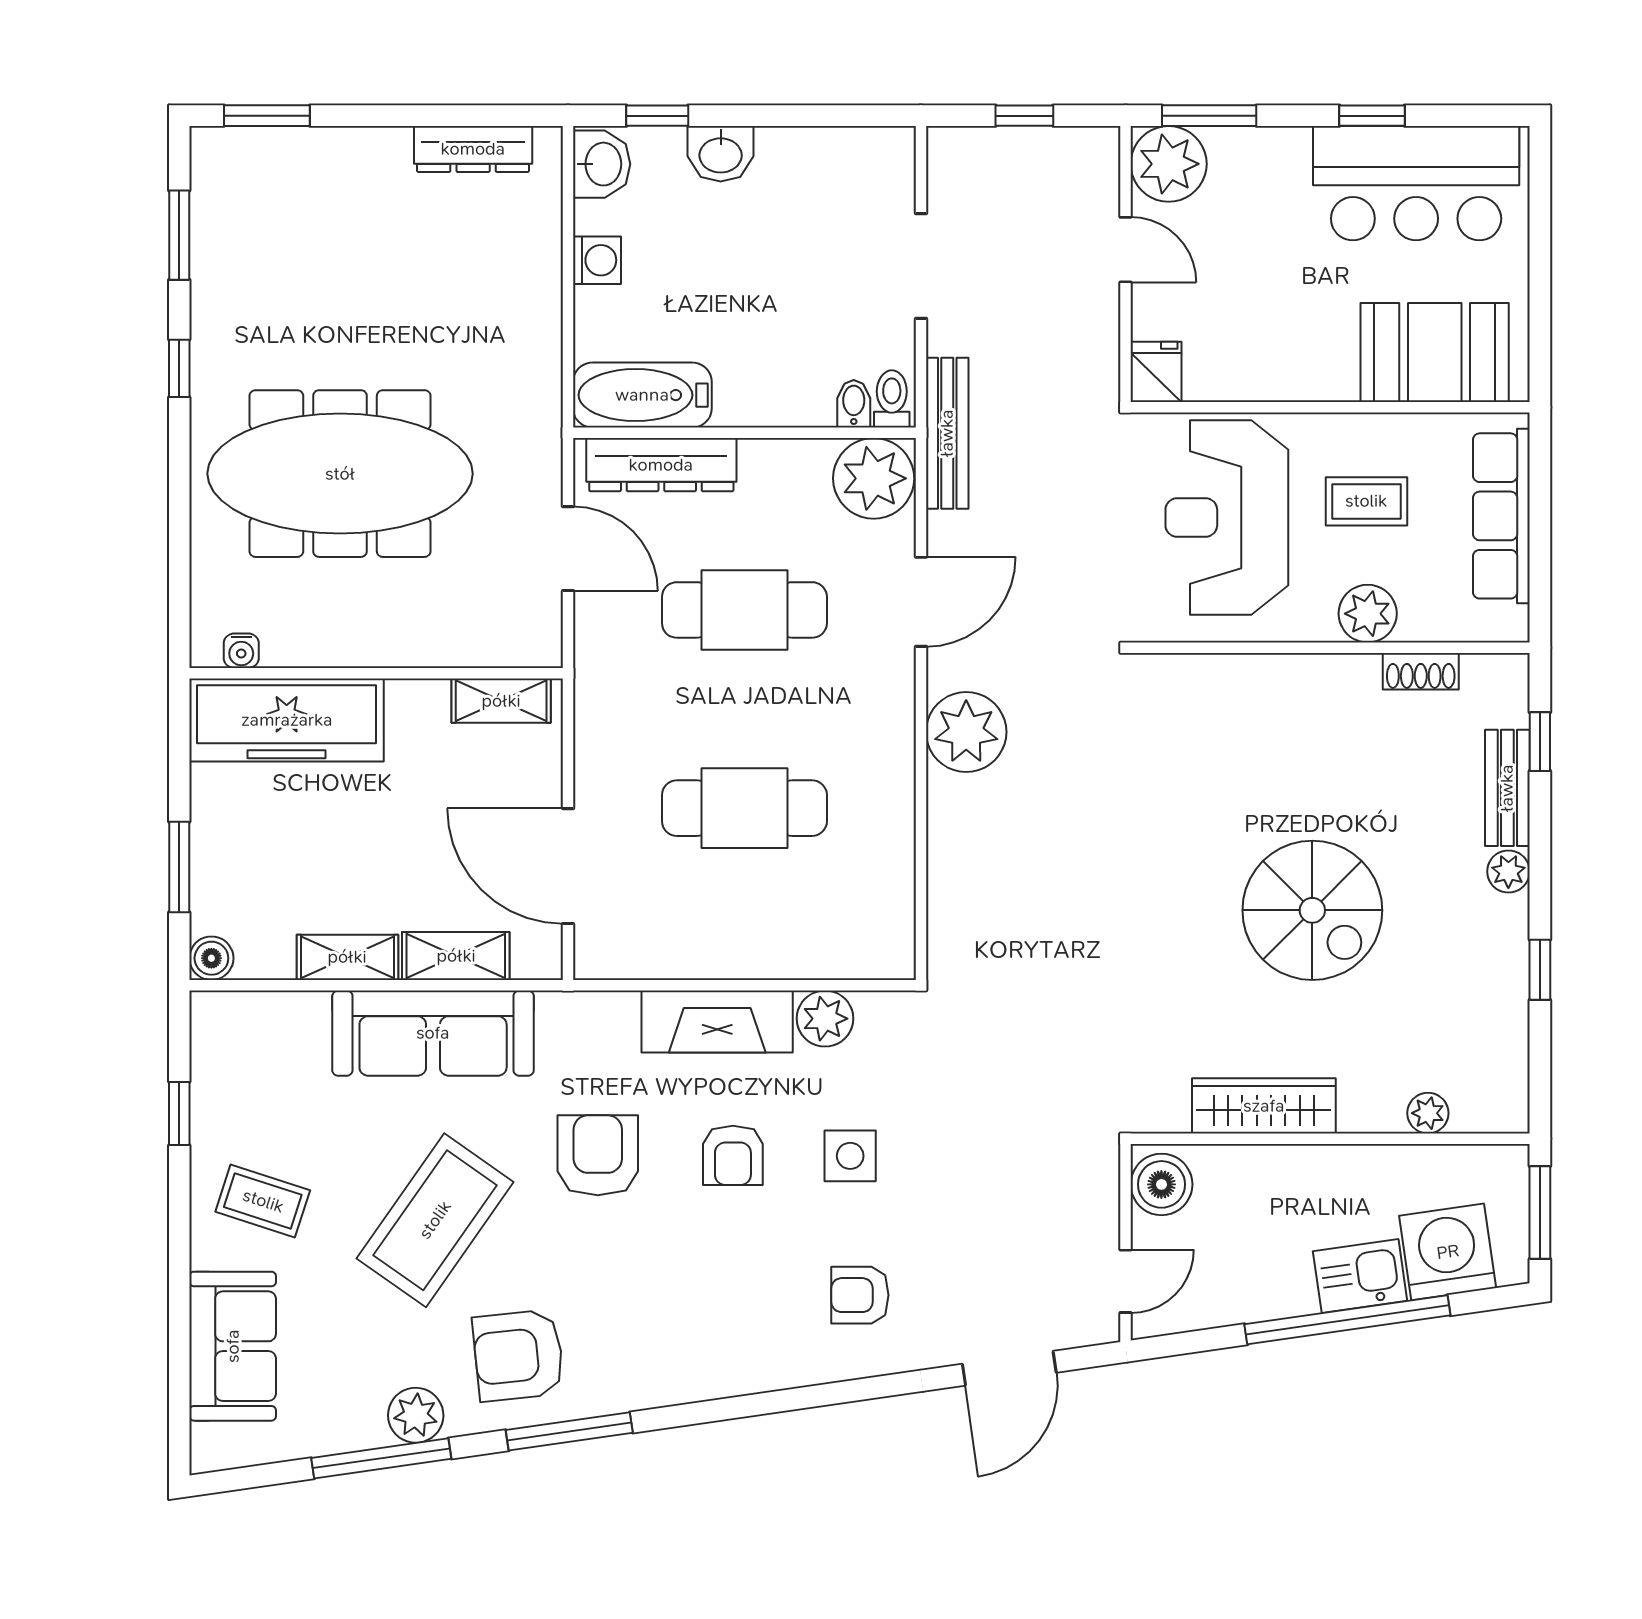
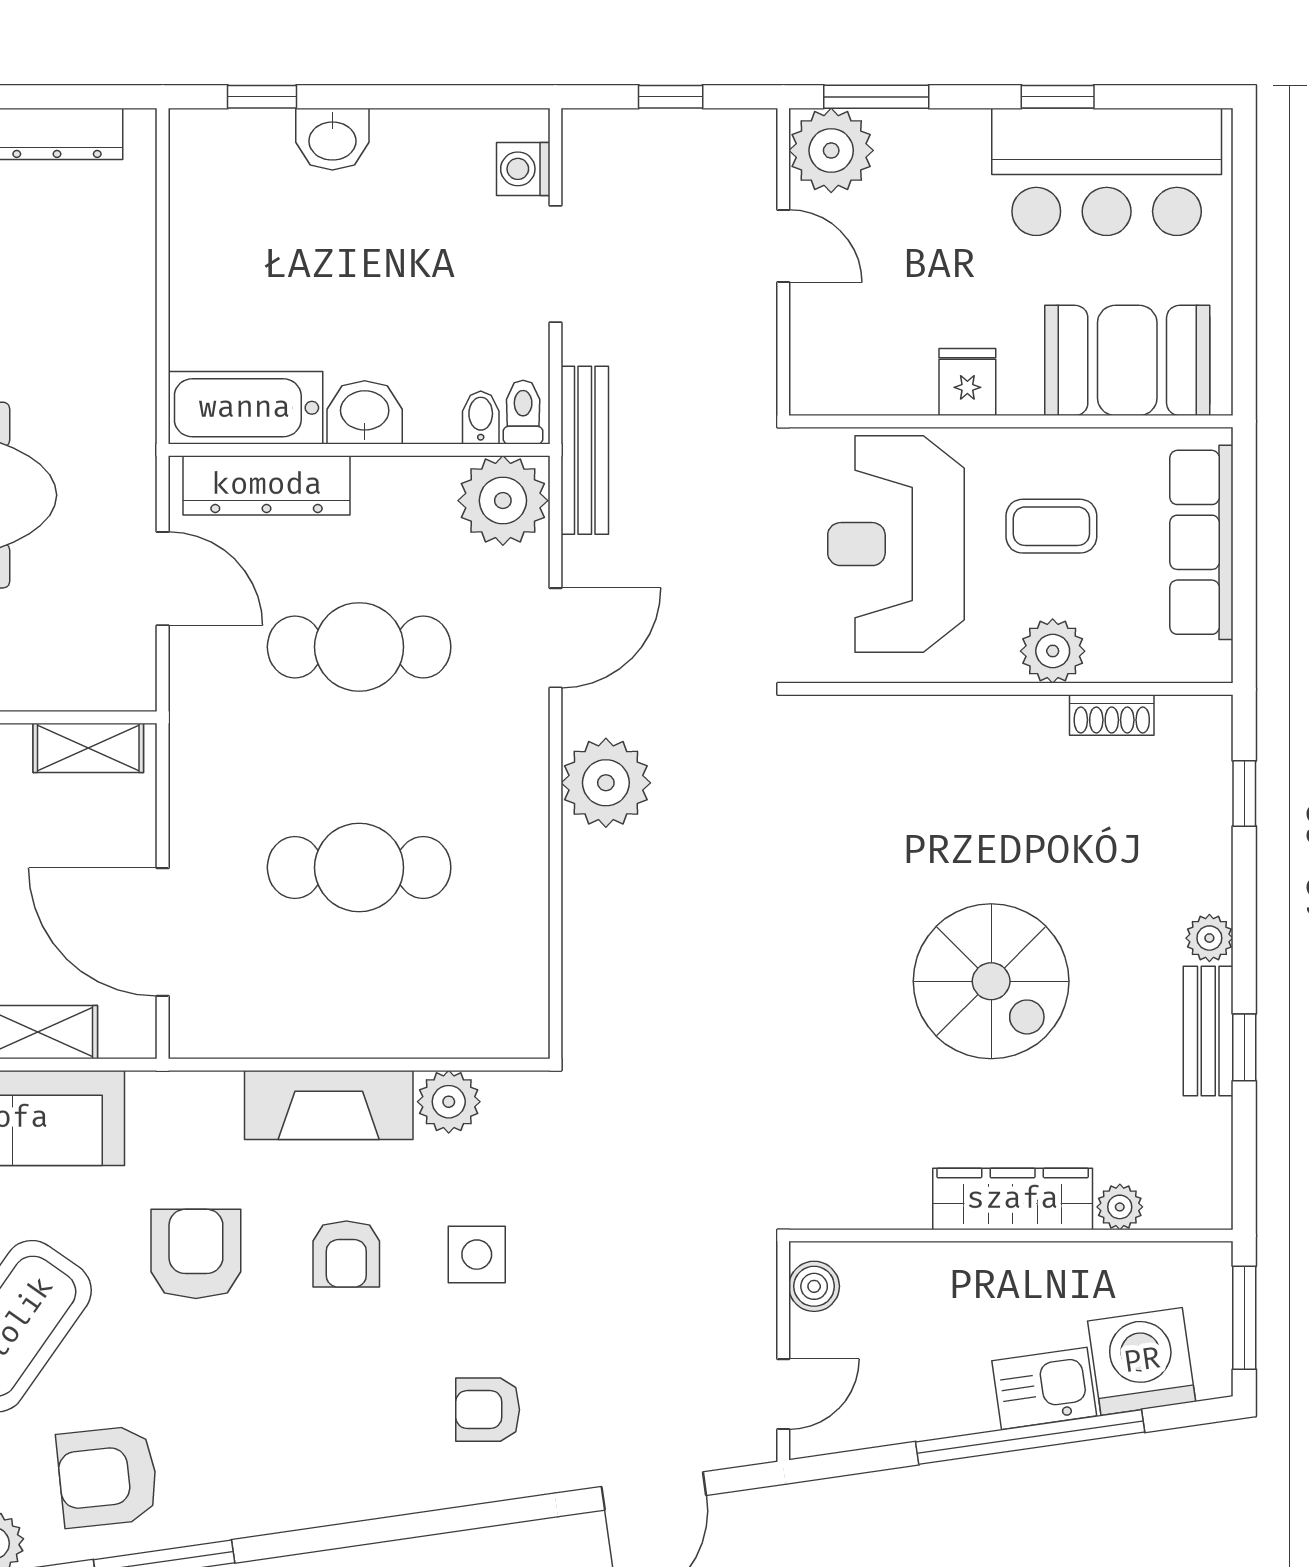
washbasin: (602, 164) -> (365, 412), moved, turned -90
washing machine: (597, 260) -> (523, 169), moved, turned 180
fridge: (1156, 372) -> (967, 382), moved
bench: (1507, 788) -> (1208, 1031), moved
wardrobe: (1264, 1106) -> (1013, 1199), moved
boiler: (1161, 1184) -> (814, 1286), width x0.73, depth x0.73

